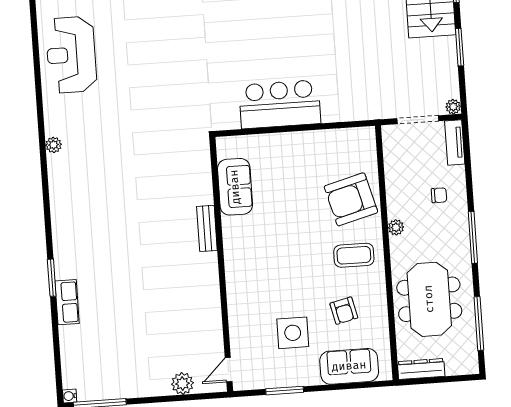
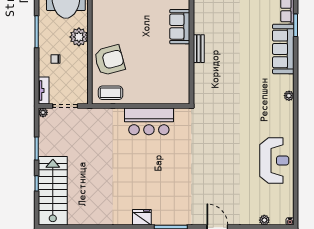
plant: (54, 145) -> (289, 96), moved
sofa: (235, 187) -> (180, 27), moved
plant: (396, 227) -> (79, 37), width x1.88, depth x1.88
sofa: (69, 238) -> (283, 49), added
coffee table: (354, 255) -> (111, 93), moved

